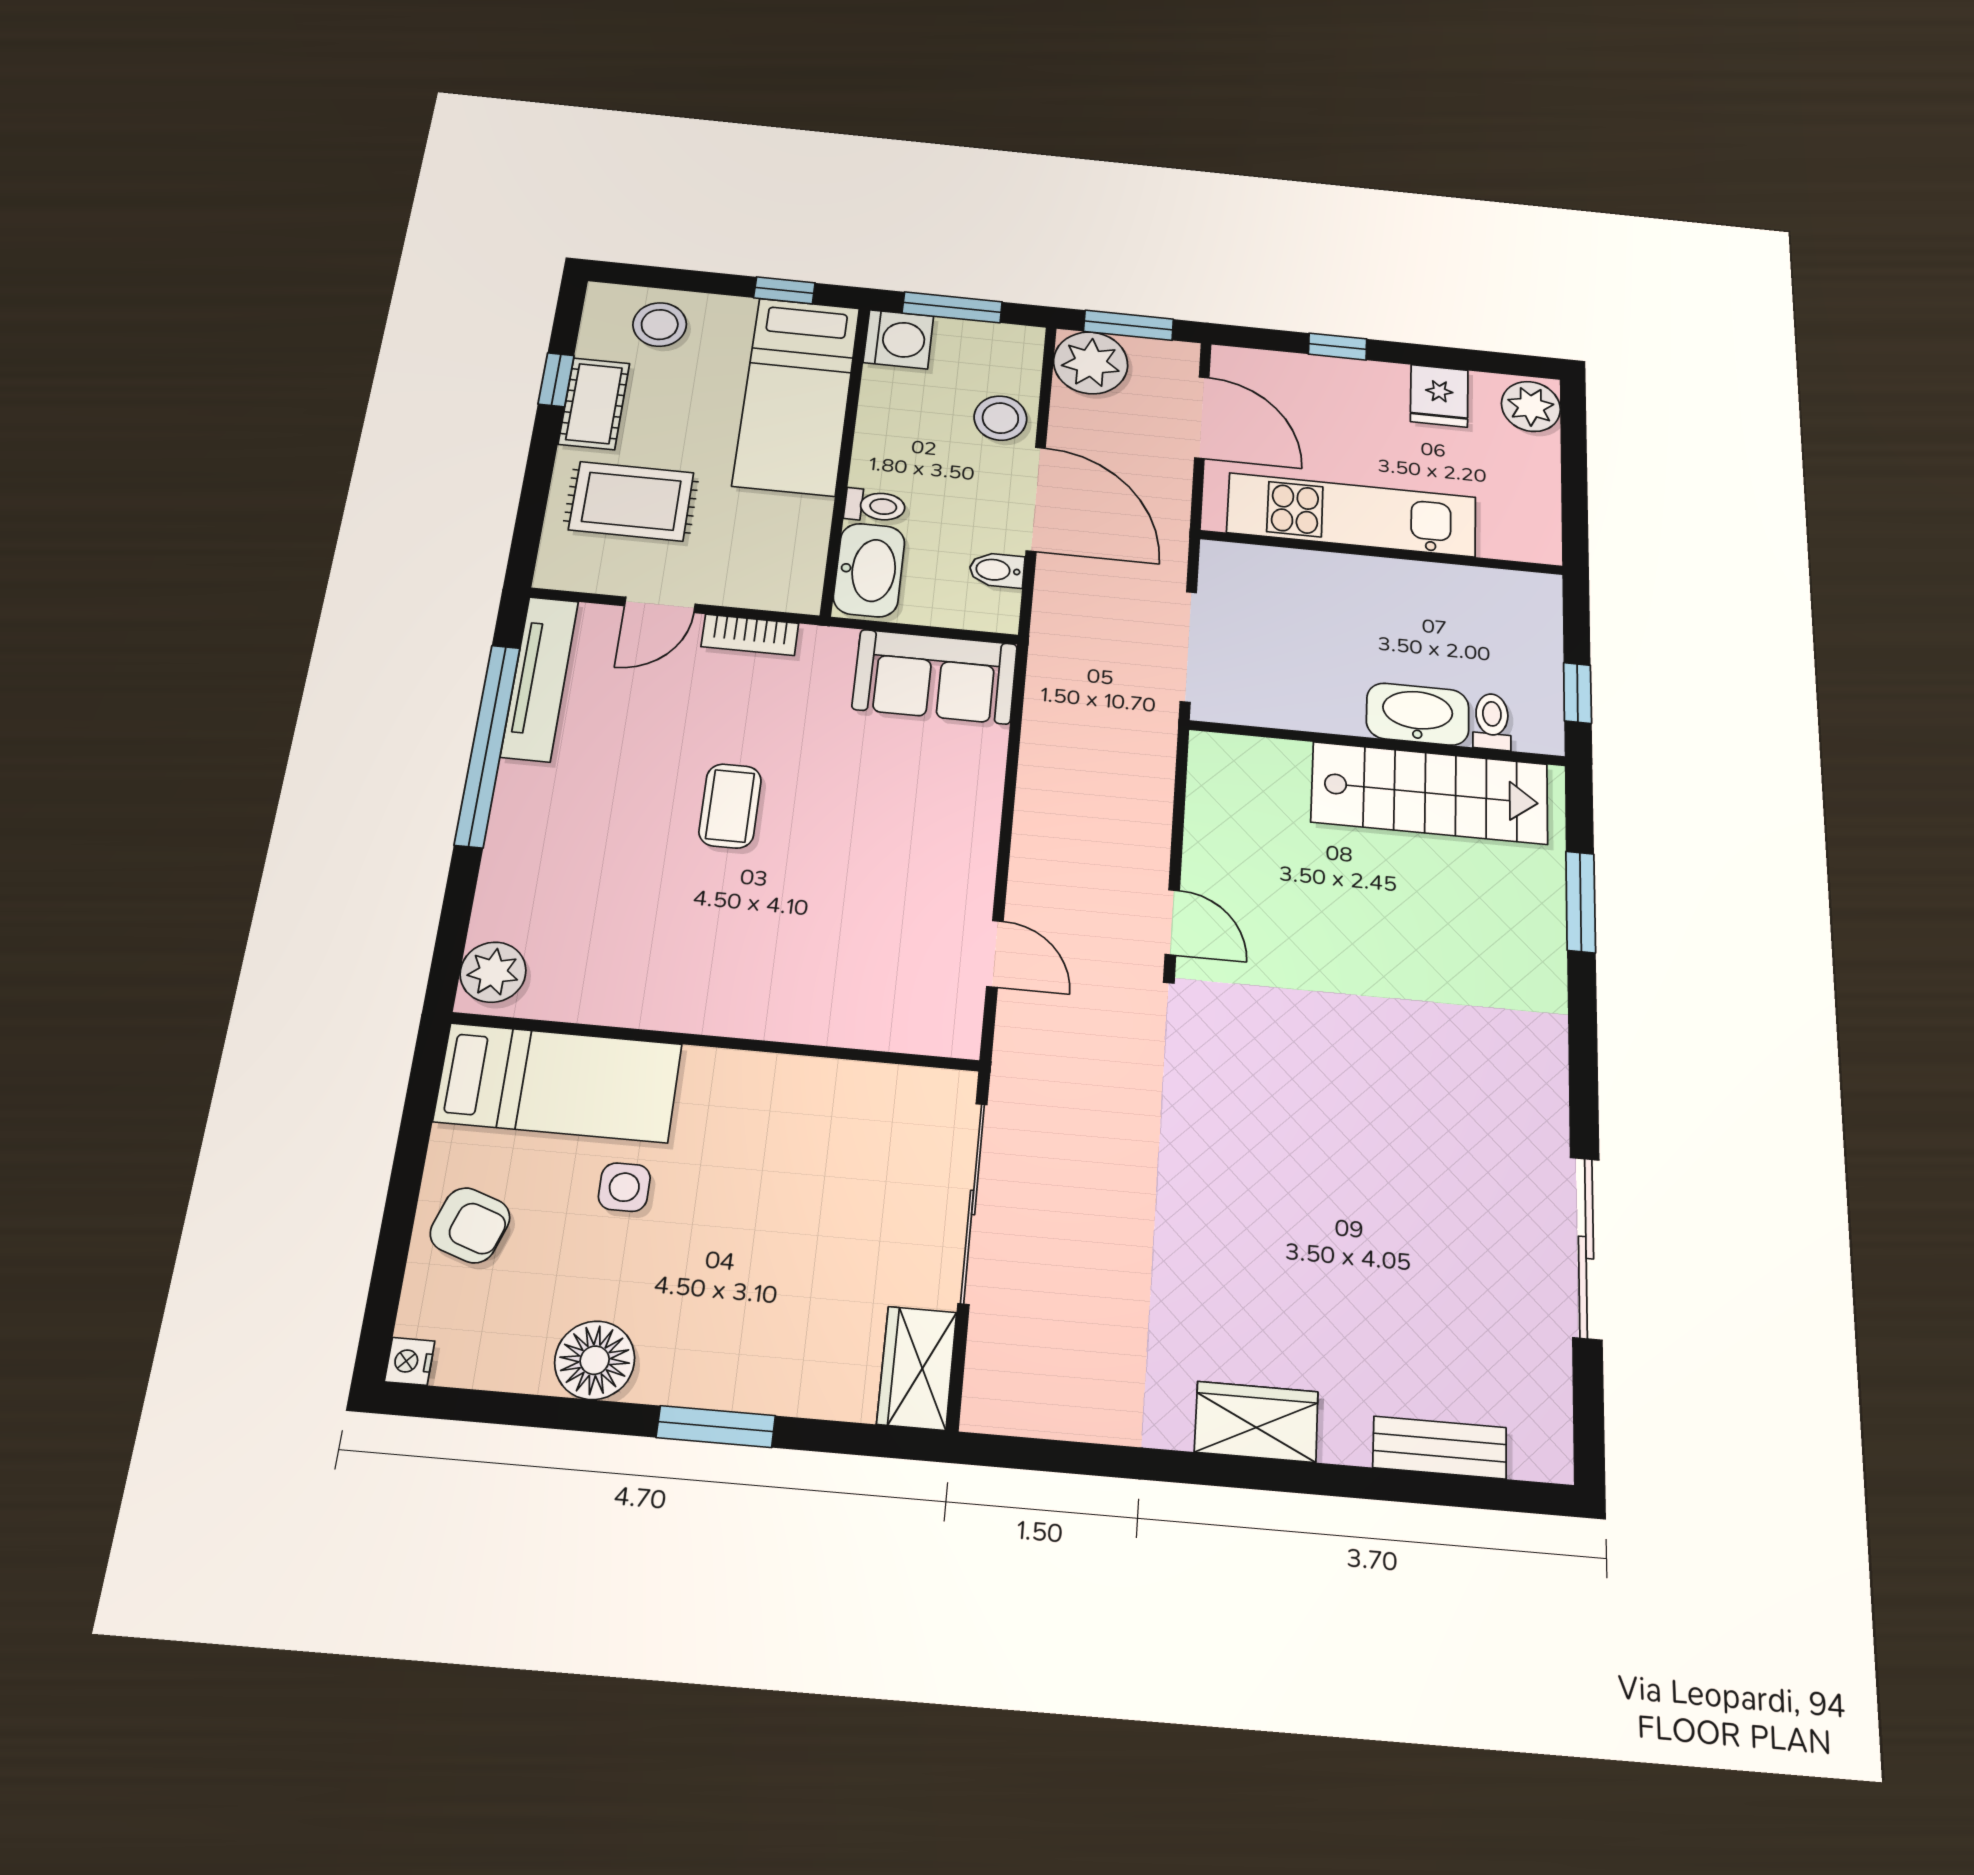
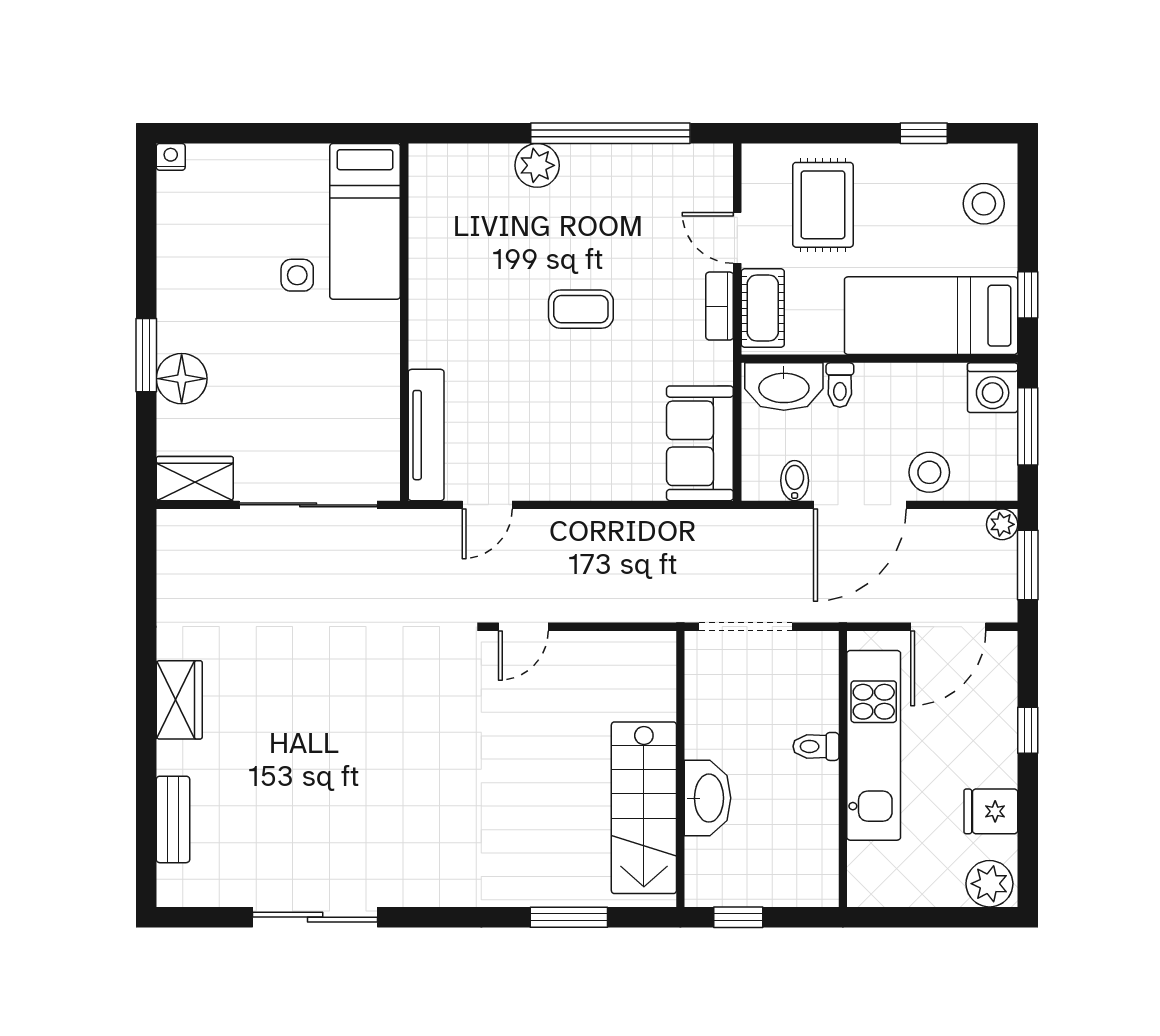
plant: (1091, 363) -> (1002, 524), width x0.53, depth x0.53
cot: (594, 404) -> (763, 308), moved, turned 90
tv unit: (540, 678) -> (426, 435), moved, turned -90
toilet: (1492, 722) -> (816, 746), moved, turned 180
plant: (493, 972) -> (537, 165), moved
armchair: (470, 1225) -> (262, 180), removed
floor lamp: (595, 1360) -> (182, 379), moved

